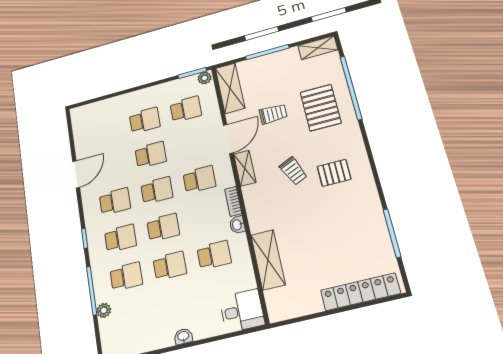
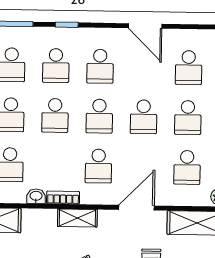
school desk: (104, 131) -> (189, 68), added
door: (228, 139) -> (136, 208), swing flipped
shelving: (245, 168) -> (77, 218), moved

